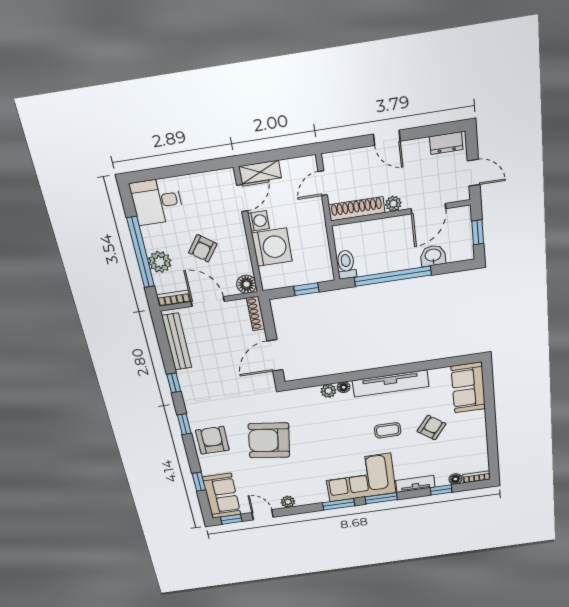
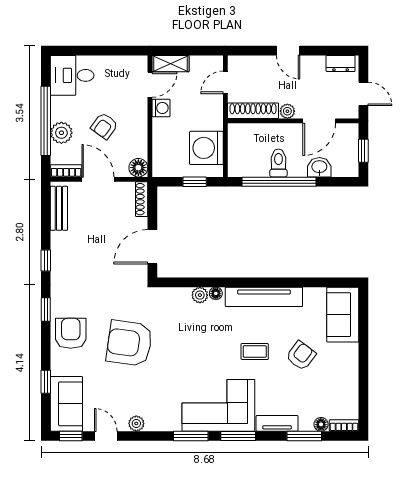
washing machine: (272, 247) -> (206, 148), moved, turned 180
toilet: (346, 264) -> (278, 163), moved
bench: (177, 342) -> (59, 208), width x0.73
window: (441, 490) -> (304, 436), width x1.50

